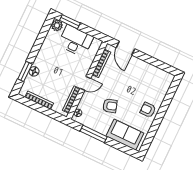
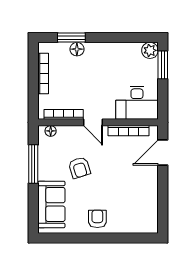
desk: (76, 41) -> (137, 103), moved, turned 90

